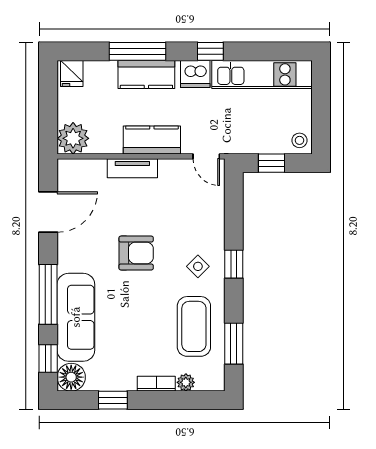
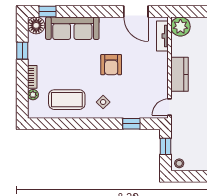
tv unit: (132, 168) -> (162, 36), moved
window: (234, 264) -> (131, 124), moved
window: (48, 294) -> (86, 12), removed
window: (234, 344) -> (56, 124), removed

